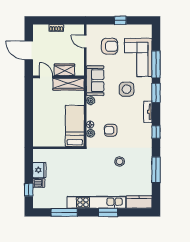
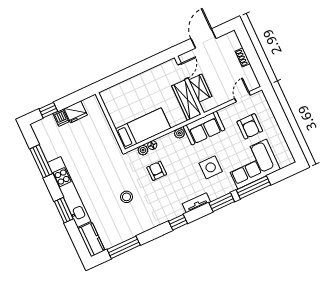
window: (120, 20) -> (284, 125), removed
window: (156, 170) -> (124, 247), moved

